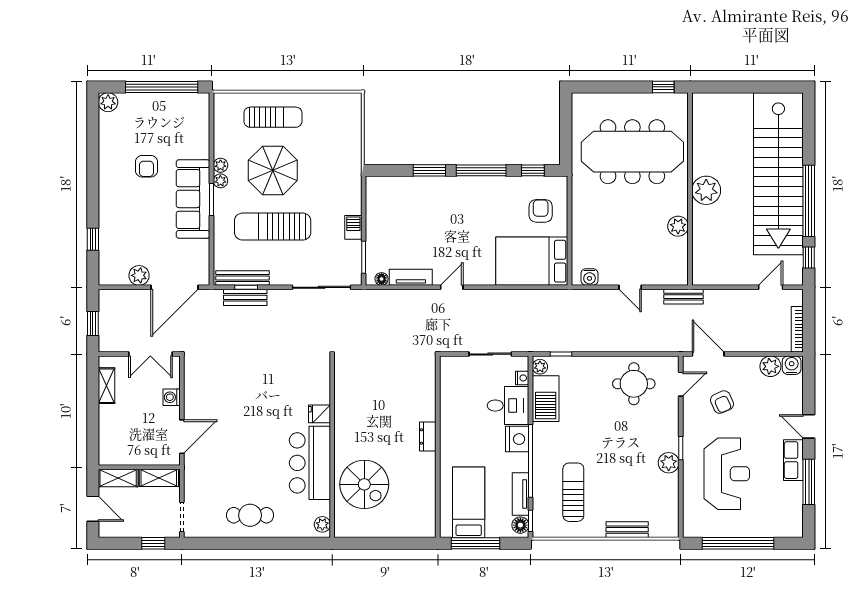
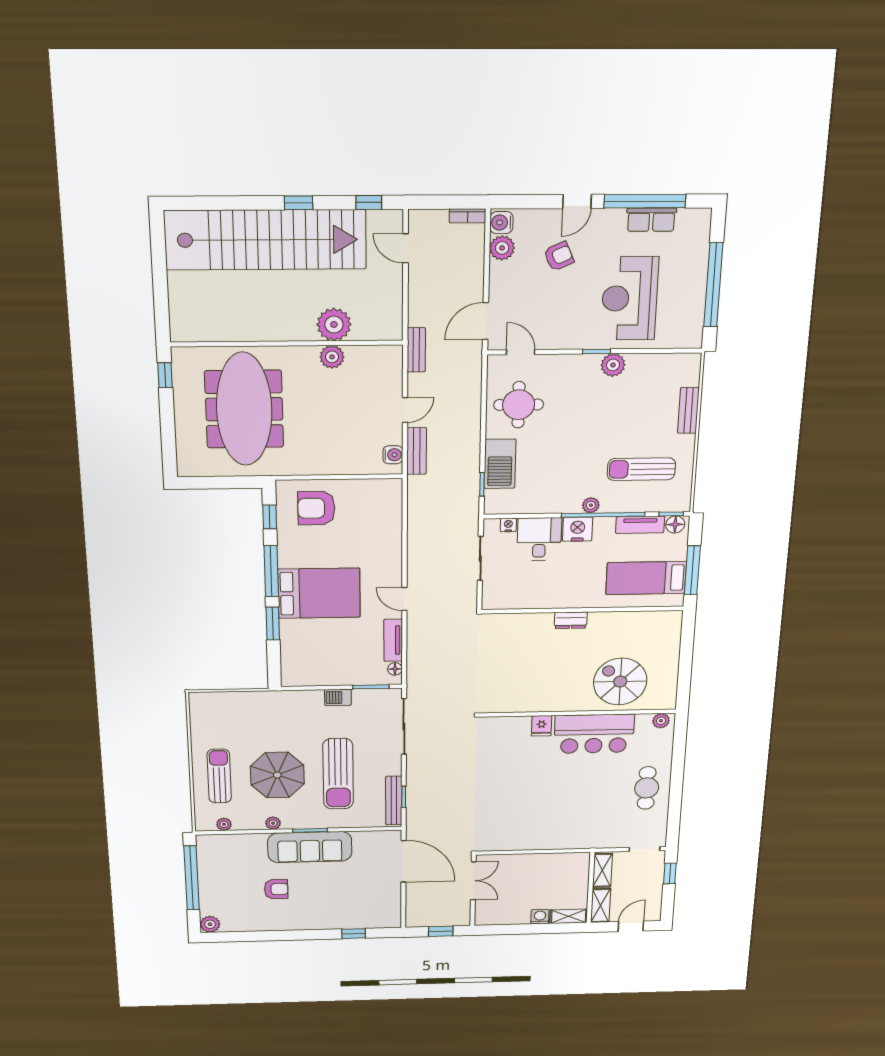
plant: (220, 181) -> (224, 824), moved
plant: (706, 190) -> (334, 325), moved
window: (809, 201) -> (298, 203), width x0.32
armchair: (541, 211) -> (316, 508), width x1.38, depth x1.38
bed: (532, 261) -> (319, 593), moved, turned -90
plant: (139, 275) -> (391, 893), removed
bench: (245, 297) -> (417, 451), moved
bookcase: (797, 329) -> (467, 216), width x0.64
plant: (540, 367) -> (591, 505), moved
shelving: (107, 386) -> (569, 916), moved
washing machine: (172, 397) -> (540, 917), moved, turned 180
barbecue: (546, 399) -> (500, 464), moved, turned 90
armchair: (722, 402) -> (559, 256), moved
door: (182, 437) -> (561, 851), removed
row of seats: (793, 460) -> (651, 220), moved
reception desk: (727, 474) -> (630, 298), turned -90
window: (809, 482) -> (645, 201), width x1.46
spiral stairs: (364, 484) -> (620, 682), turned -90

